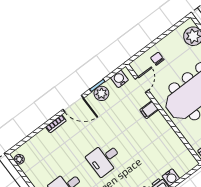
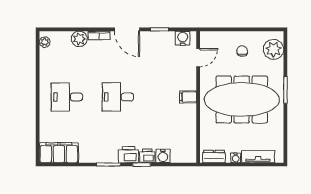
chair: (157, 59) -> (242, 51), moved
plant: (101, 93) -> (79, 39), moved
filing cabinet: (149, 110) -> (188, 97), moved

